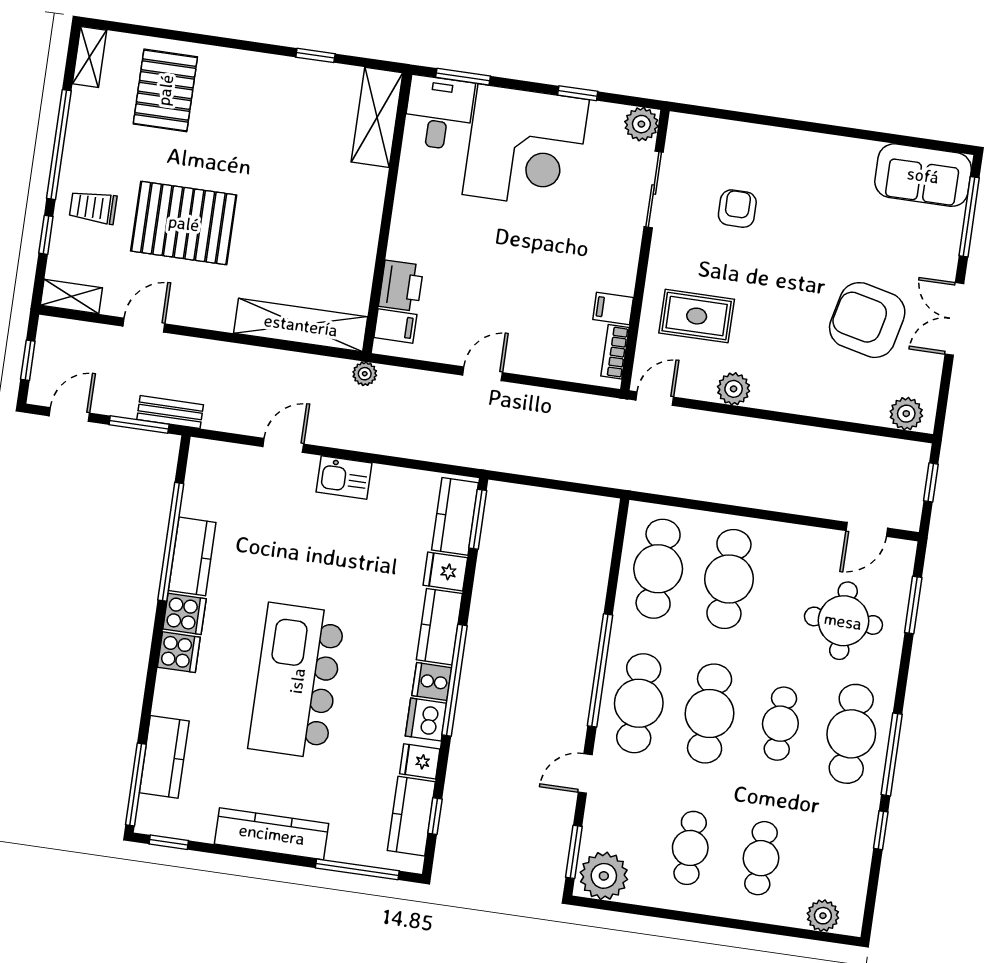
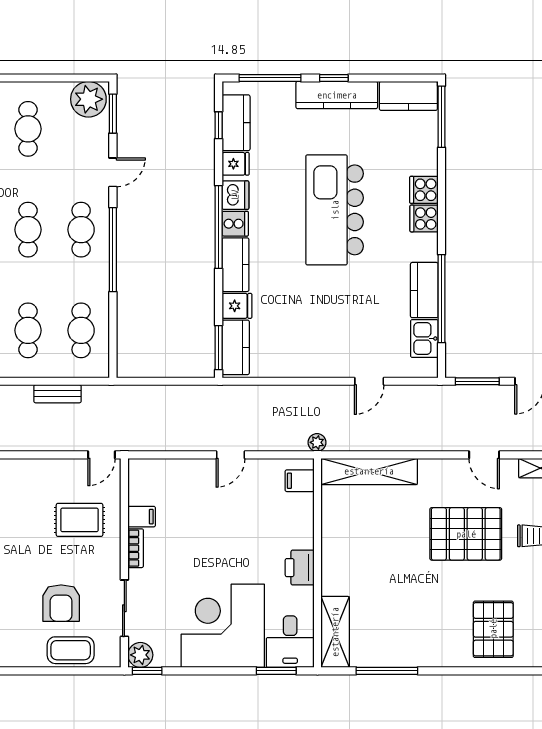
window: (315, 55) -> (387, 671), width x2.17
window: (578, 93) -> (147, 671), moved
coffee table: (734, 144) -> (71, 650), added
armchair: (737, 209) -> (61, 603), width x1.38, depth x1.38
printer: (401, 286) -> (300, 568), moved
door: (144, 325) -> (484, 455), hinge flipped
bookcase: (615, 352) -> (136, 548), moved
plant: (734, 389) -> (45, 470), removed
bench: (170, 412) -> (58, 394), moved
kitchen sink: (344, 478) -> (424, 339), moved, turned -90
cafe table: (658, 569) -> (81, 330), width x0.73, depth x0.74
cafe table: (729, 579) -> (28, 330), width x0.73, depth x0.74
cooker: (184, 614) -> (424, 190), moved
kitchen island: (297, 681) -> (335, 210), turned 180
cafe table: (639, 703) -> (81, 230), width x0.73, depth x0.74
cafe table: (710, 713) -> (28, 230), width x0.73, depth x0.74
kitchen counter: (164, 757) -> (408, 96), moved, turned -90
window: (169, 842) -> (334, 78), moved

